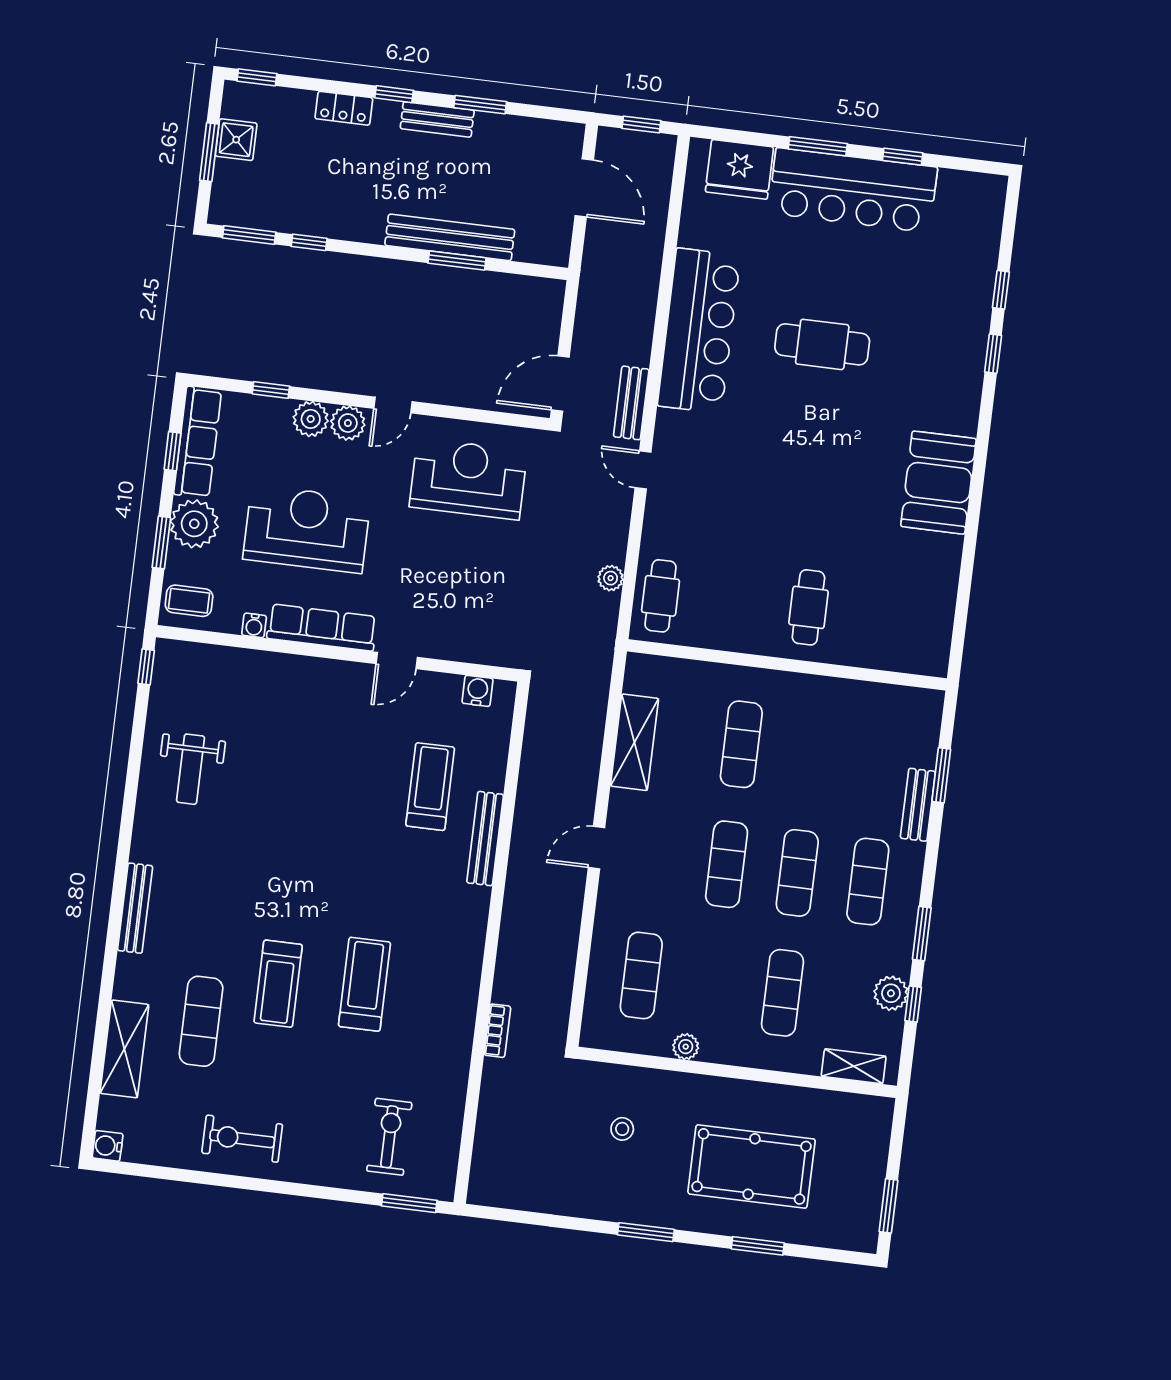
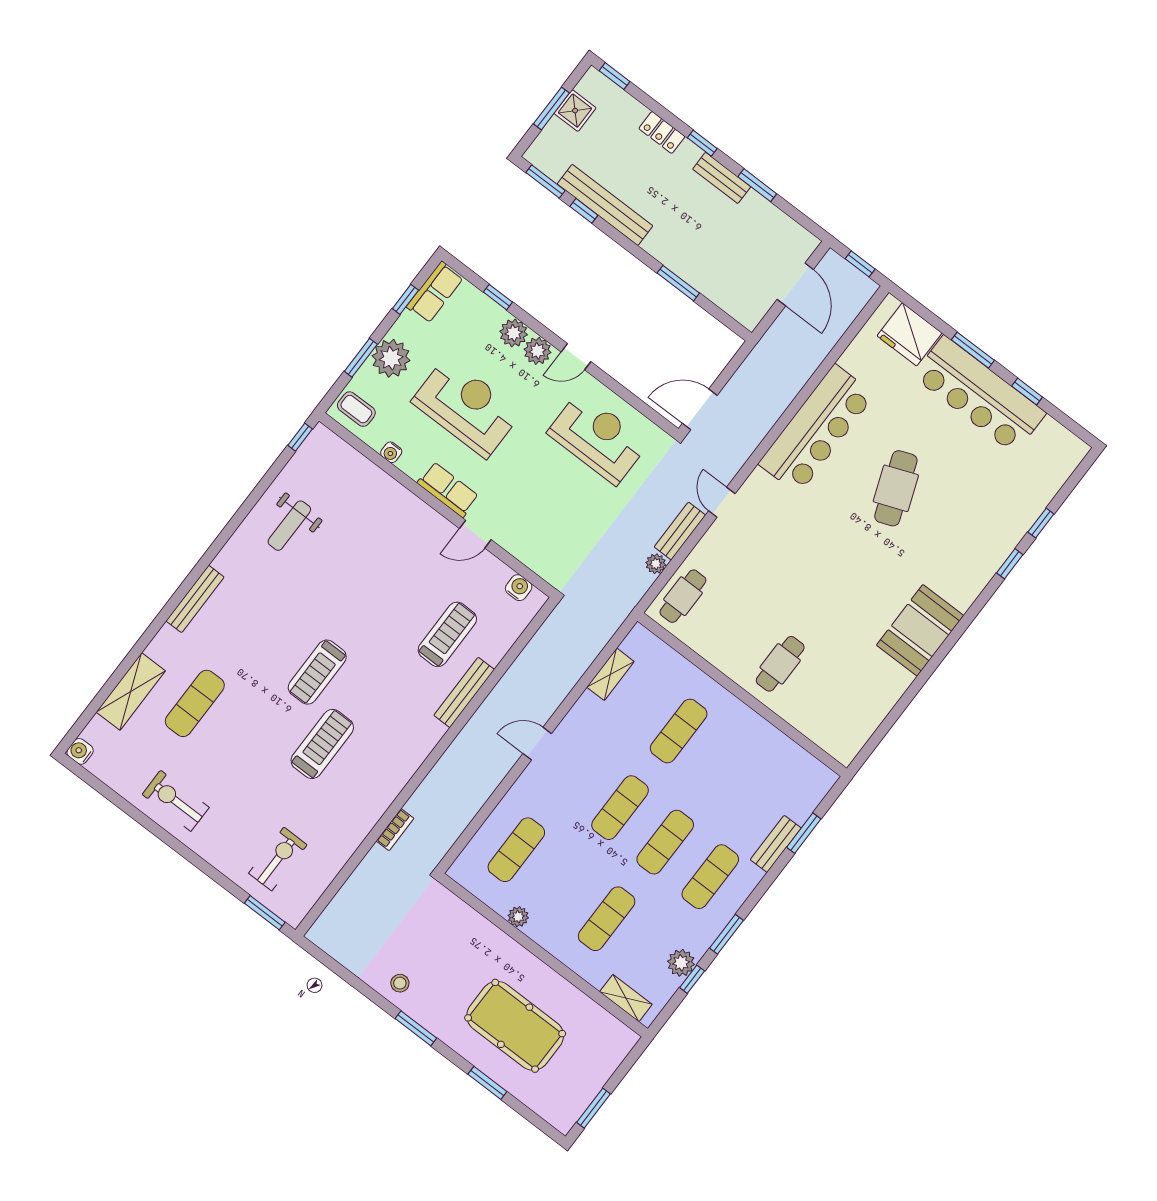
bench: (450, 237) -> (605, 205), moved
cafe table: (822, 344) -> (896, 488), turned 69
bench: (631, 403) -> (680, 531), moved
row of seats: (198, 442) -> (435, 292), width x0.68
row of seats: (322, 627) -> (448, 490), width x0.68
shelving: (634, 742) -> (610, 674), width x0.67, depth x0.75
treadmill: (278, 984) -> (317, 672), moved
stool: (622, 1129) -> (400, 983), moved

